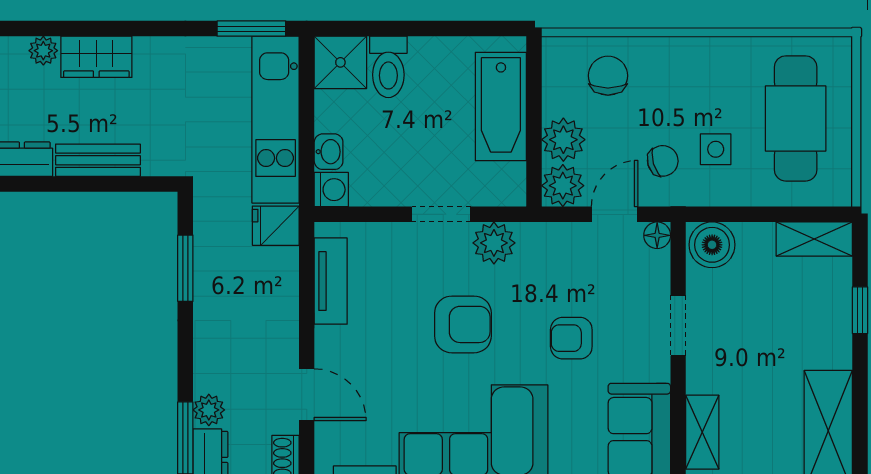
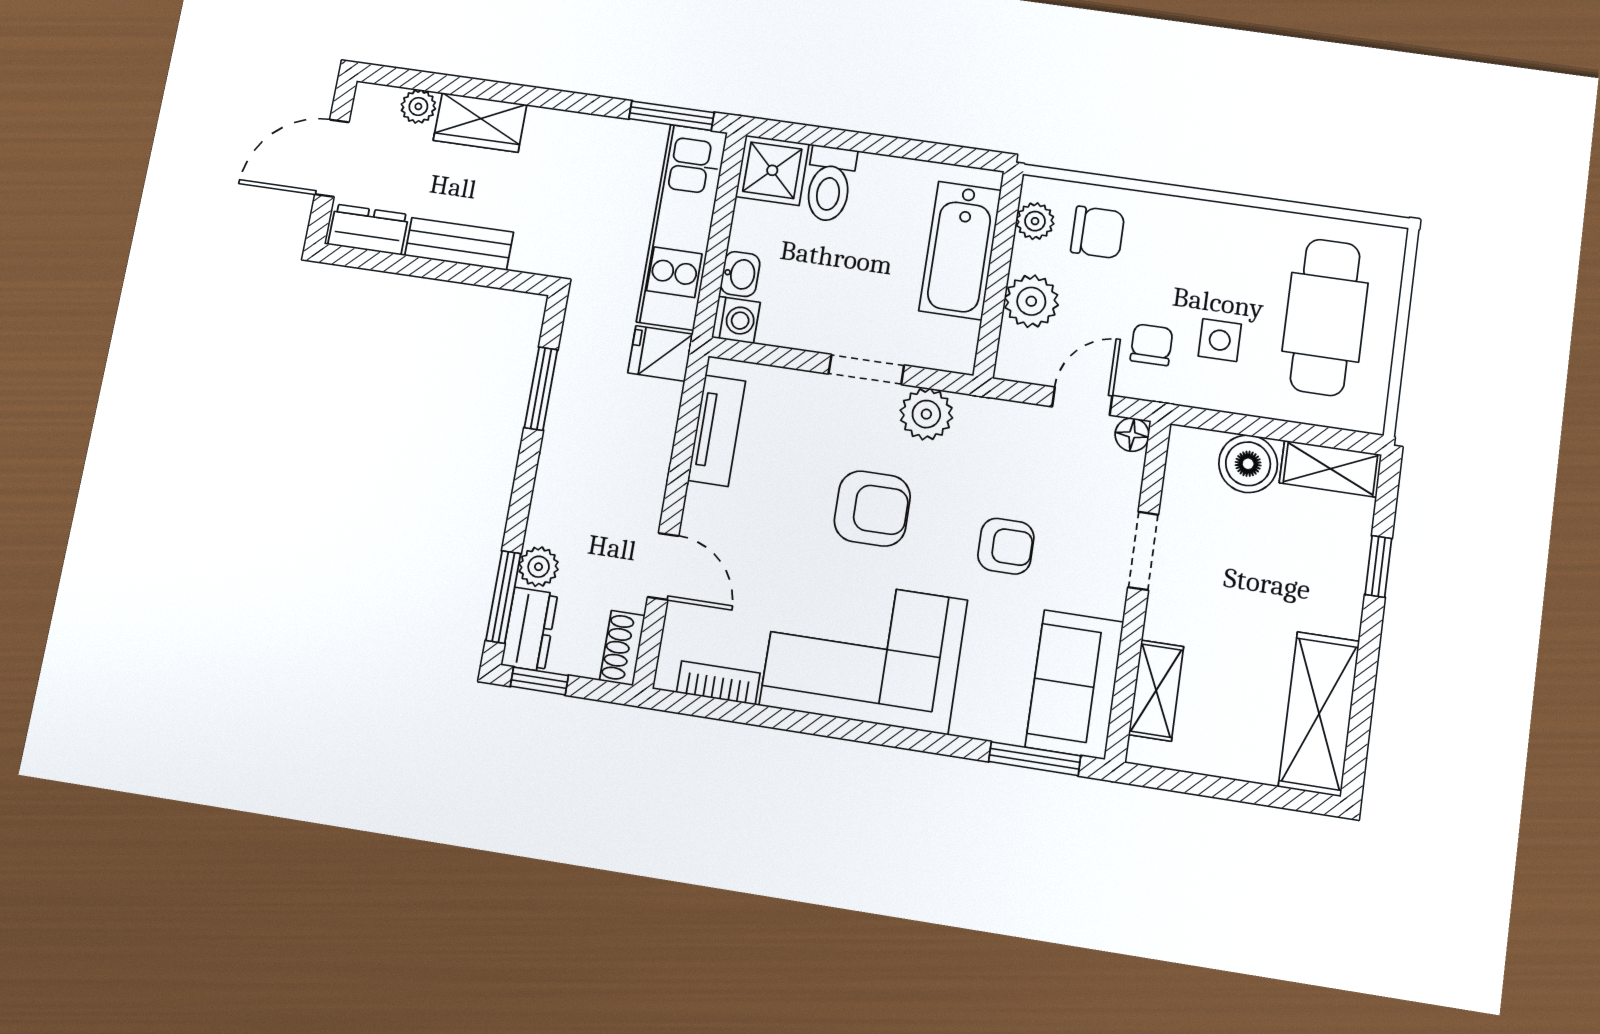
chair: (608, 76) -> (1098, 232), turned 90
chair: (663, 161) -> (1152, 345), turned -74
plant: (563, 186) -> (1035, 221), moved, width x0.73, depth x0.73
boiler: (712, 245) -> (1248, 464), moved
armchair: (571, 338) -> (1006, 546), turned 180

